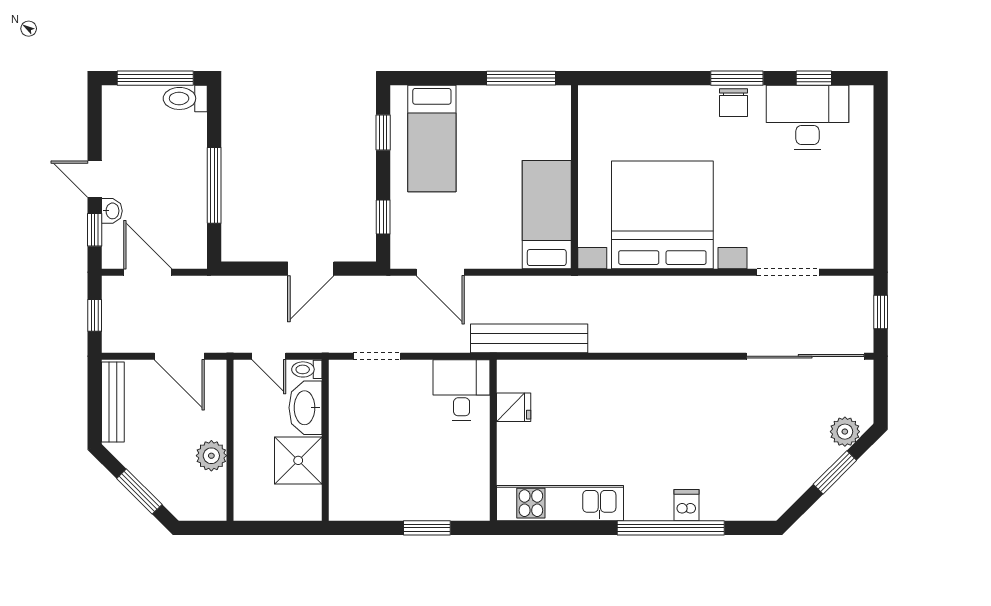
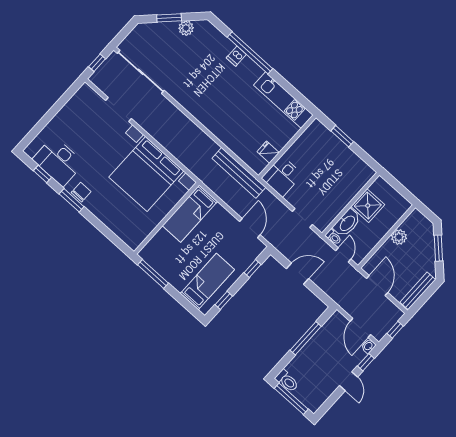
washbasin: (112, 211) -> (368, 346), moved
plant: (845, 432) -> (186, 28), moved

